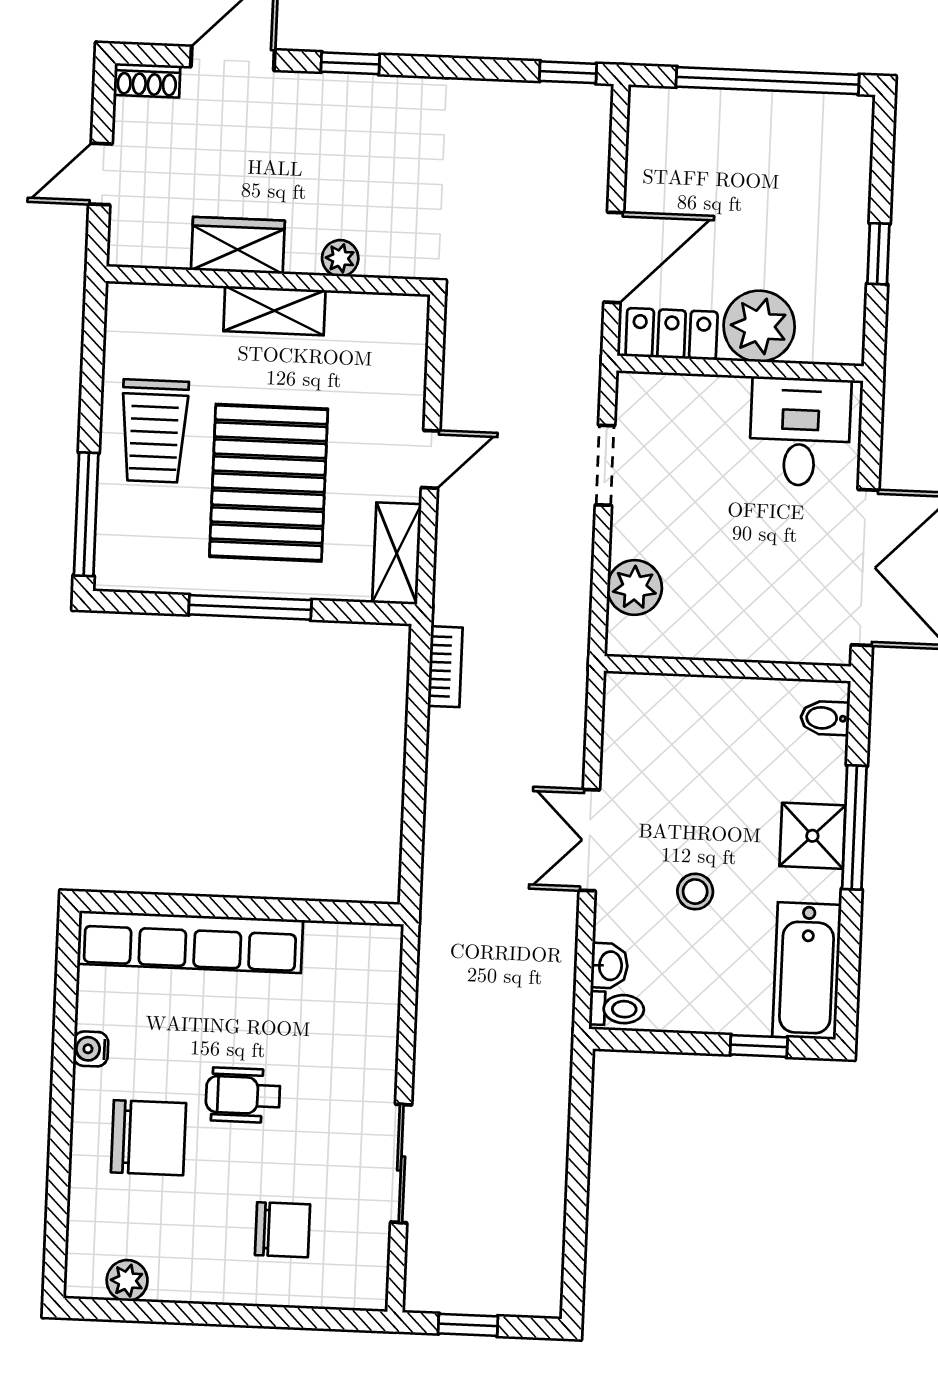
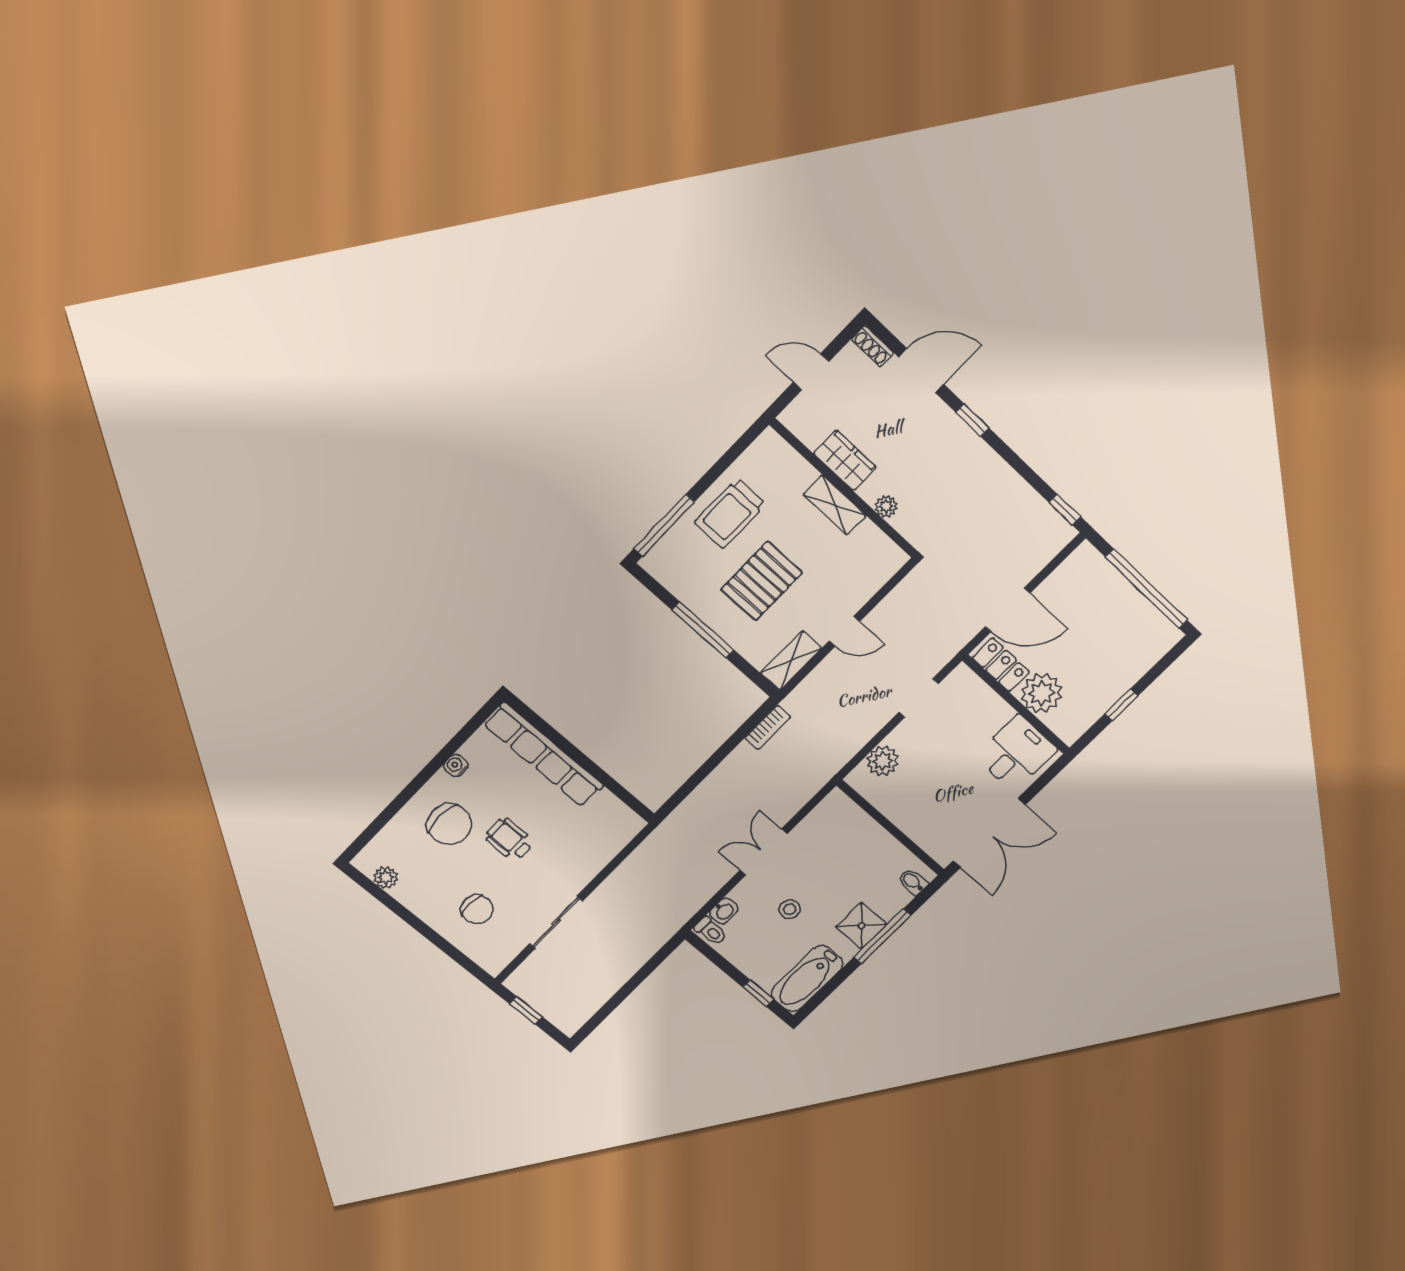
pallet: (269, 483) -> (762, 581), width x0.73, depth x0.71

